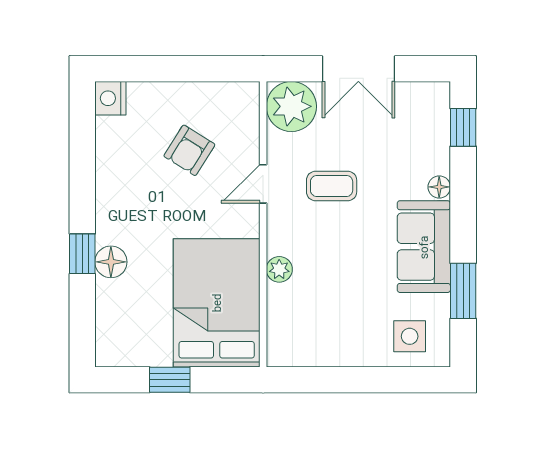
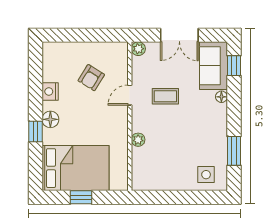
nightstand: (110, 98) -> (50, 92), moved
plant: (291, 106) -> (138, 49), width x0.53, depth x0.53
sofa: (424, 247) -> (213, 66), moved
floor lamp: (111, 262) -> (50, 119), moved
bed: (217, 303) -> (75, 168), moved, turned 90

